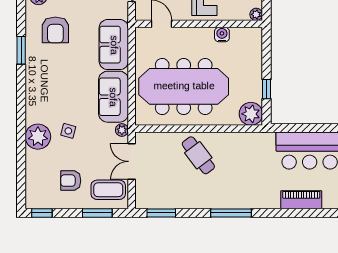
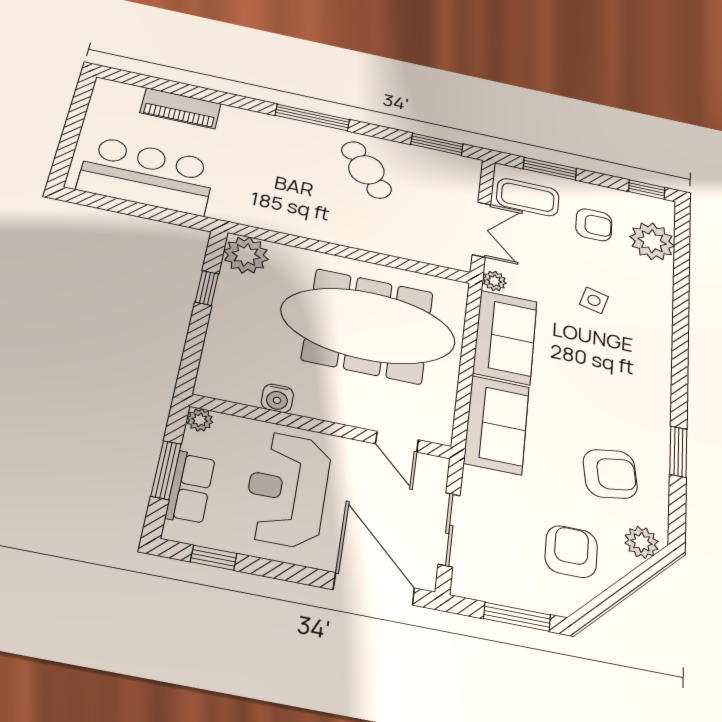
armchair: (55, 30) -> (610, 474), turned 81
plant: (38, 137) -> (652, 241), moved
cafe table: (198, 155) -> (366, 170), moved

